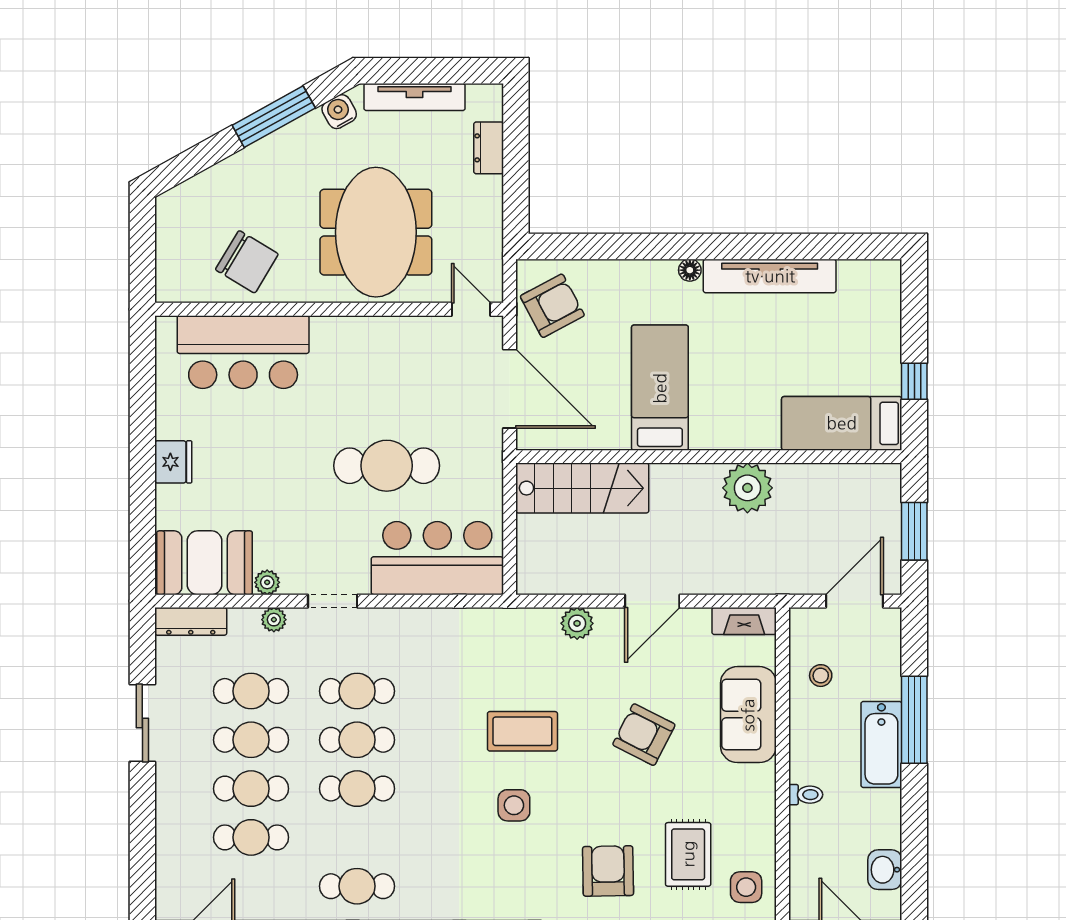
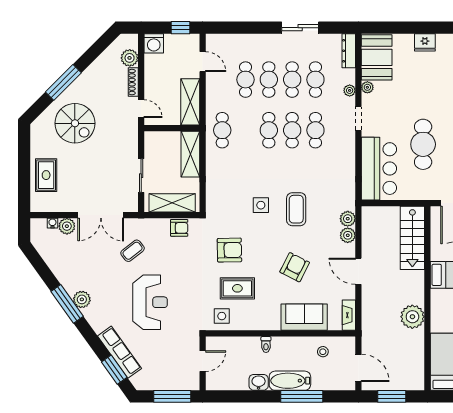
plant: (542, 623) -> (348, 219), added
washbasin: (885, 870) -> (259, 382), moved

